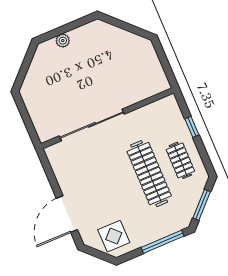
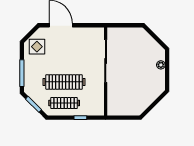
clothes rail: (180, 160) -> (64, 103), width x1.36

